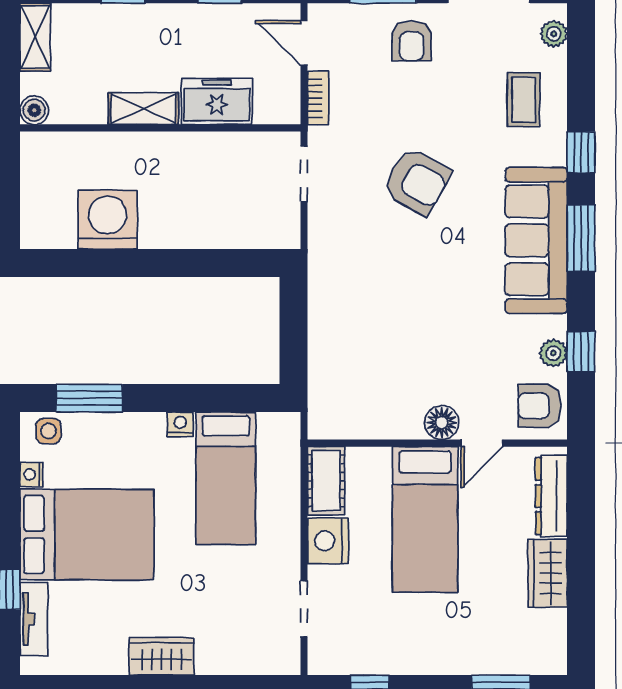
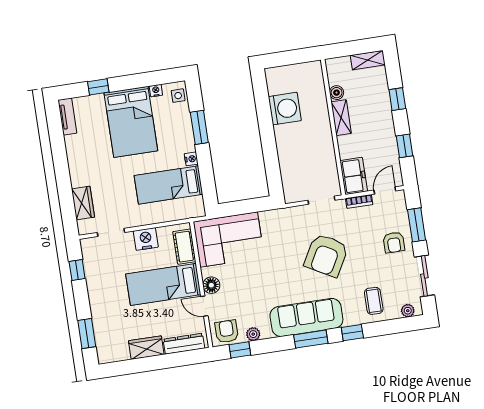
armchair: (412, 41) -> (394, 242), turned -90
coffee table: (523, 99) -> (374, 301), turned 90
freezer: (217, 101) -> (354, 176), moved
boiler: (34, 110) -> (337, 93), moved
armchair: (417, 181) -> (326, 255), width x1.36, depth x1.36
window: (581, 352) -> (240, 350), moved
corner sofa: (355, 373) -> (229, 240), added
window: (89, 398) -> (199, 127), moved
cot: (326, 481) -> (184, 247), moved, turned 90
tv unit: (34, 619) -> (67, 117), moved, turned -90
wardrobe: (162, 656) -> (83, 203), moved

